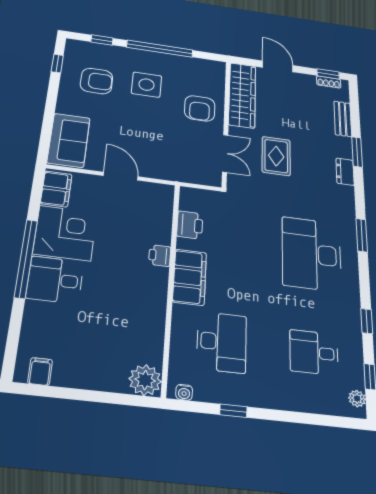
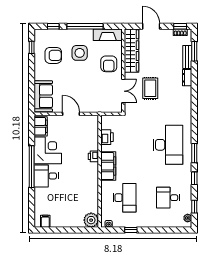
fireplace: (200, 66) -> (108, 35), added
window: (357, 152) -> (194, 51), moved
dresser: (345, 172) -> (187, 78), moved
window: (362, 235) -> (194, 153), moved
desk: (312, 254) -> (168, 145), turned 180

